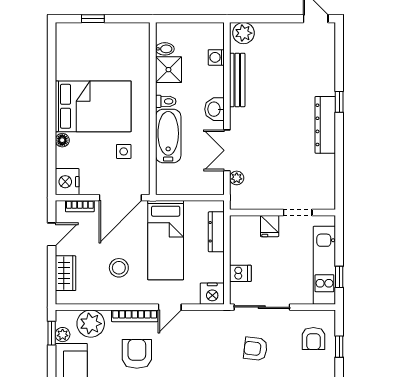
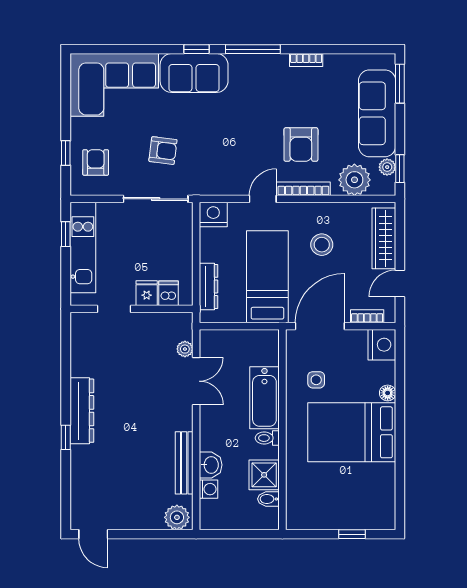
washbasin: (215, 109) -> (211, 465), moved
wardrobe: (65, 273) -> (384, 238), width x1.50
dishwasher: (240, 273) -> (168, 293), moved, turned 90

